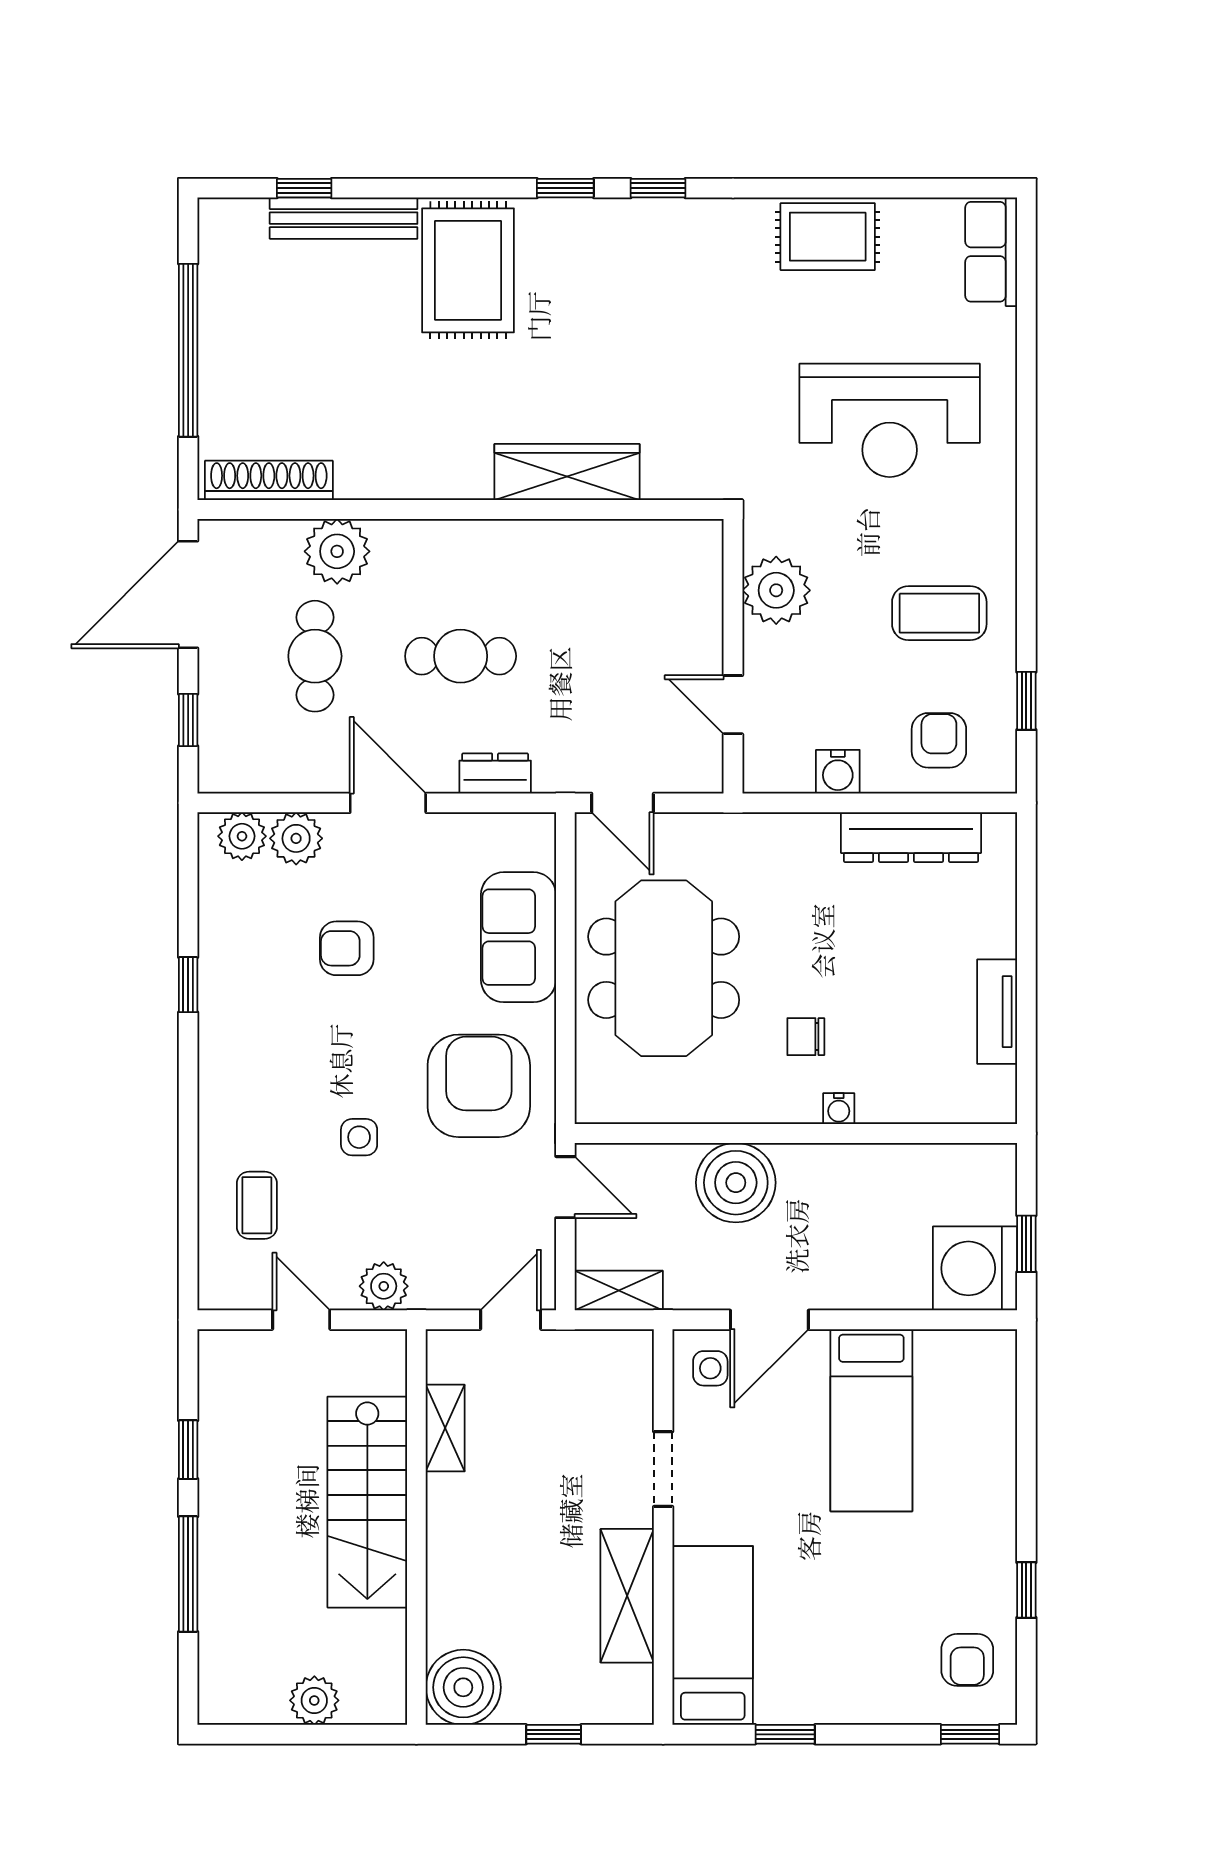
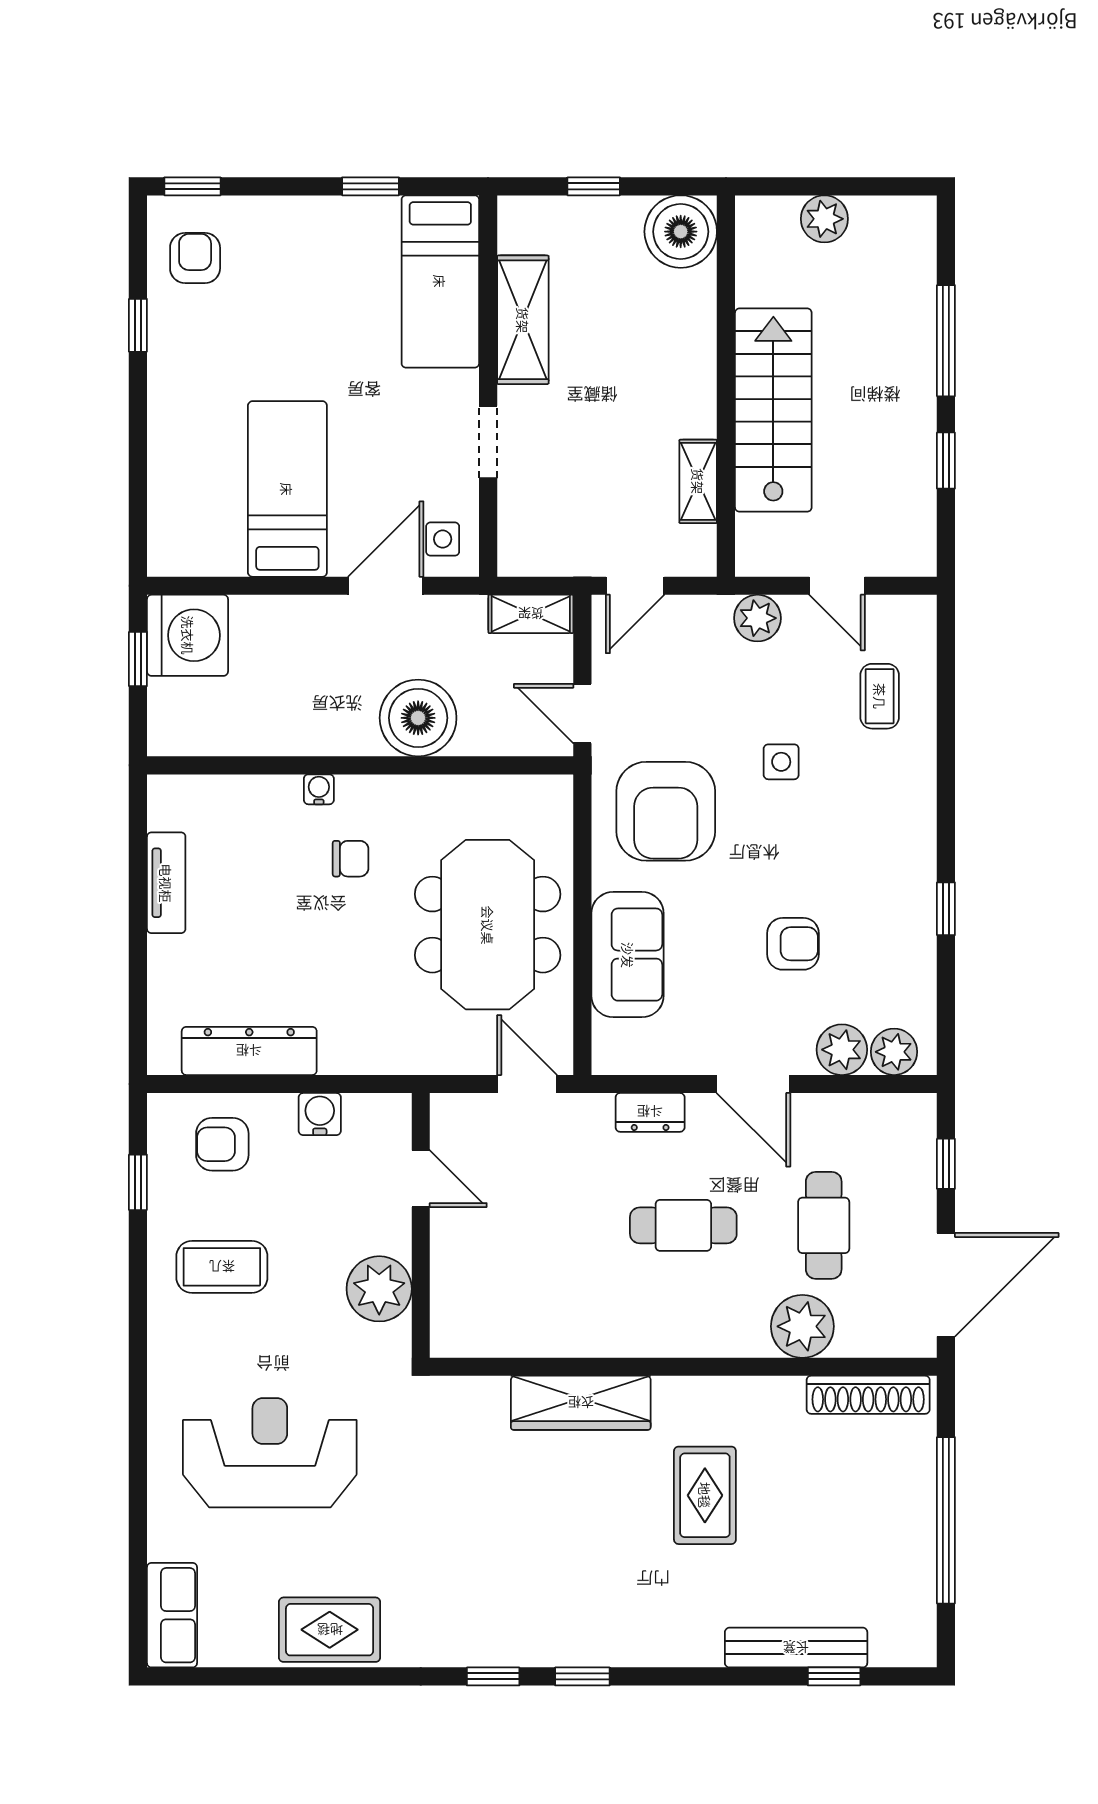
rug: (468, 270) -> (705, 1495), moved, width x0.73, depth x0.70
armchair: (939, 740) -> (222, 1144), turned 90

